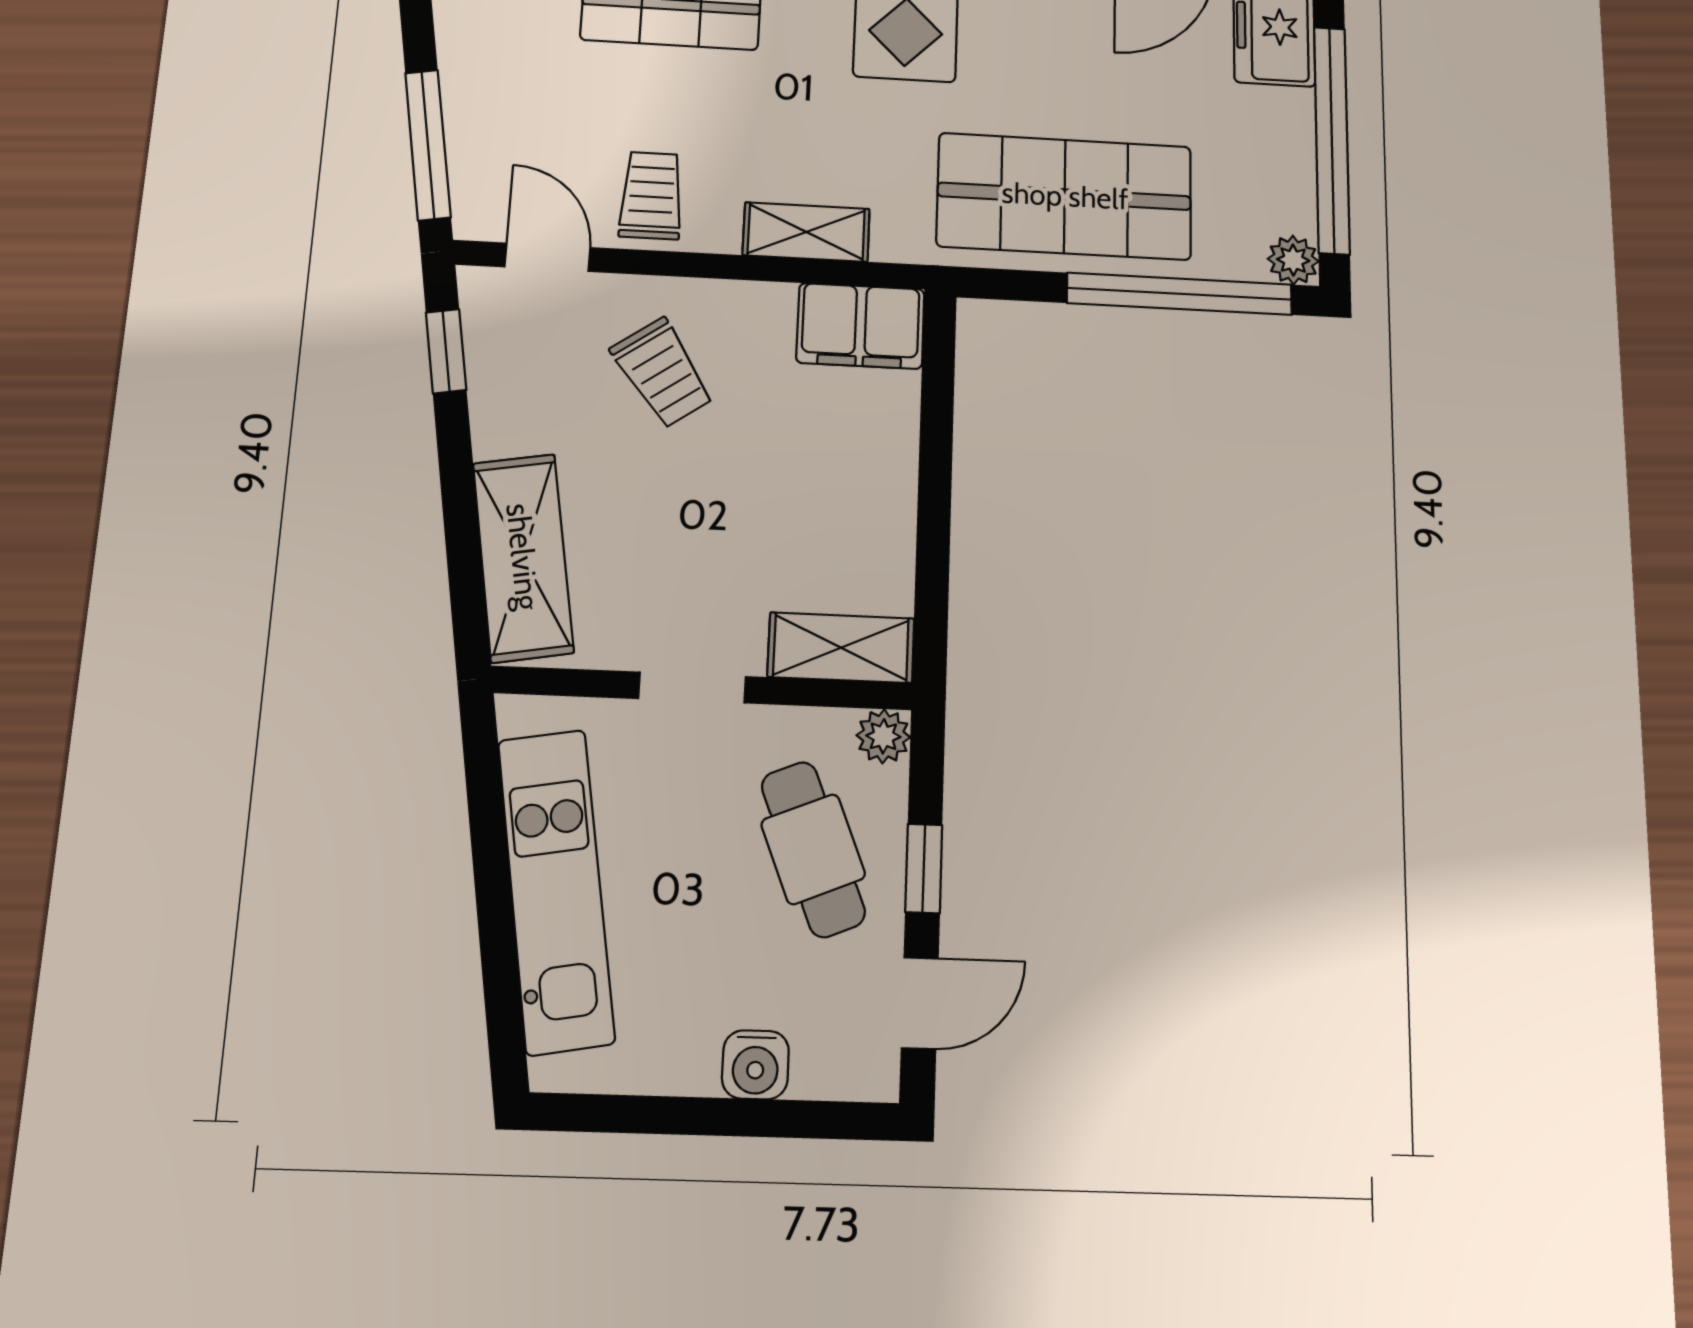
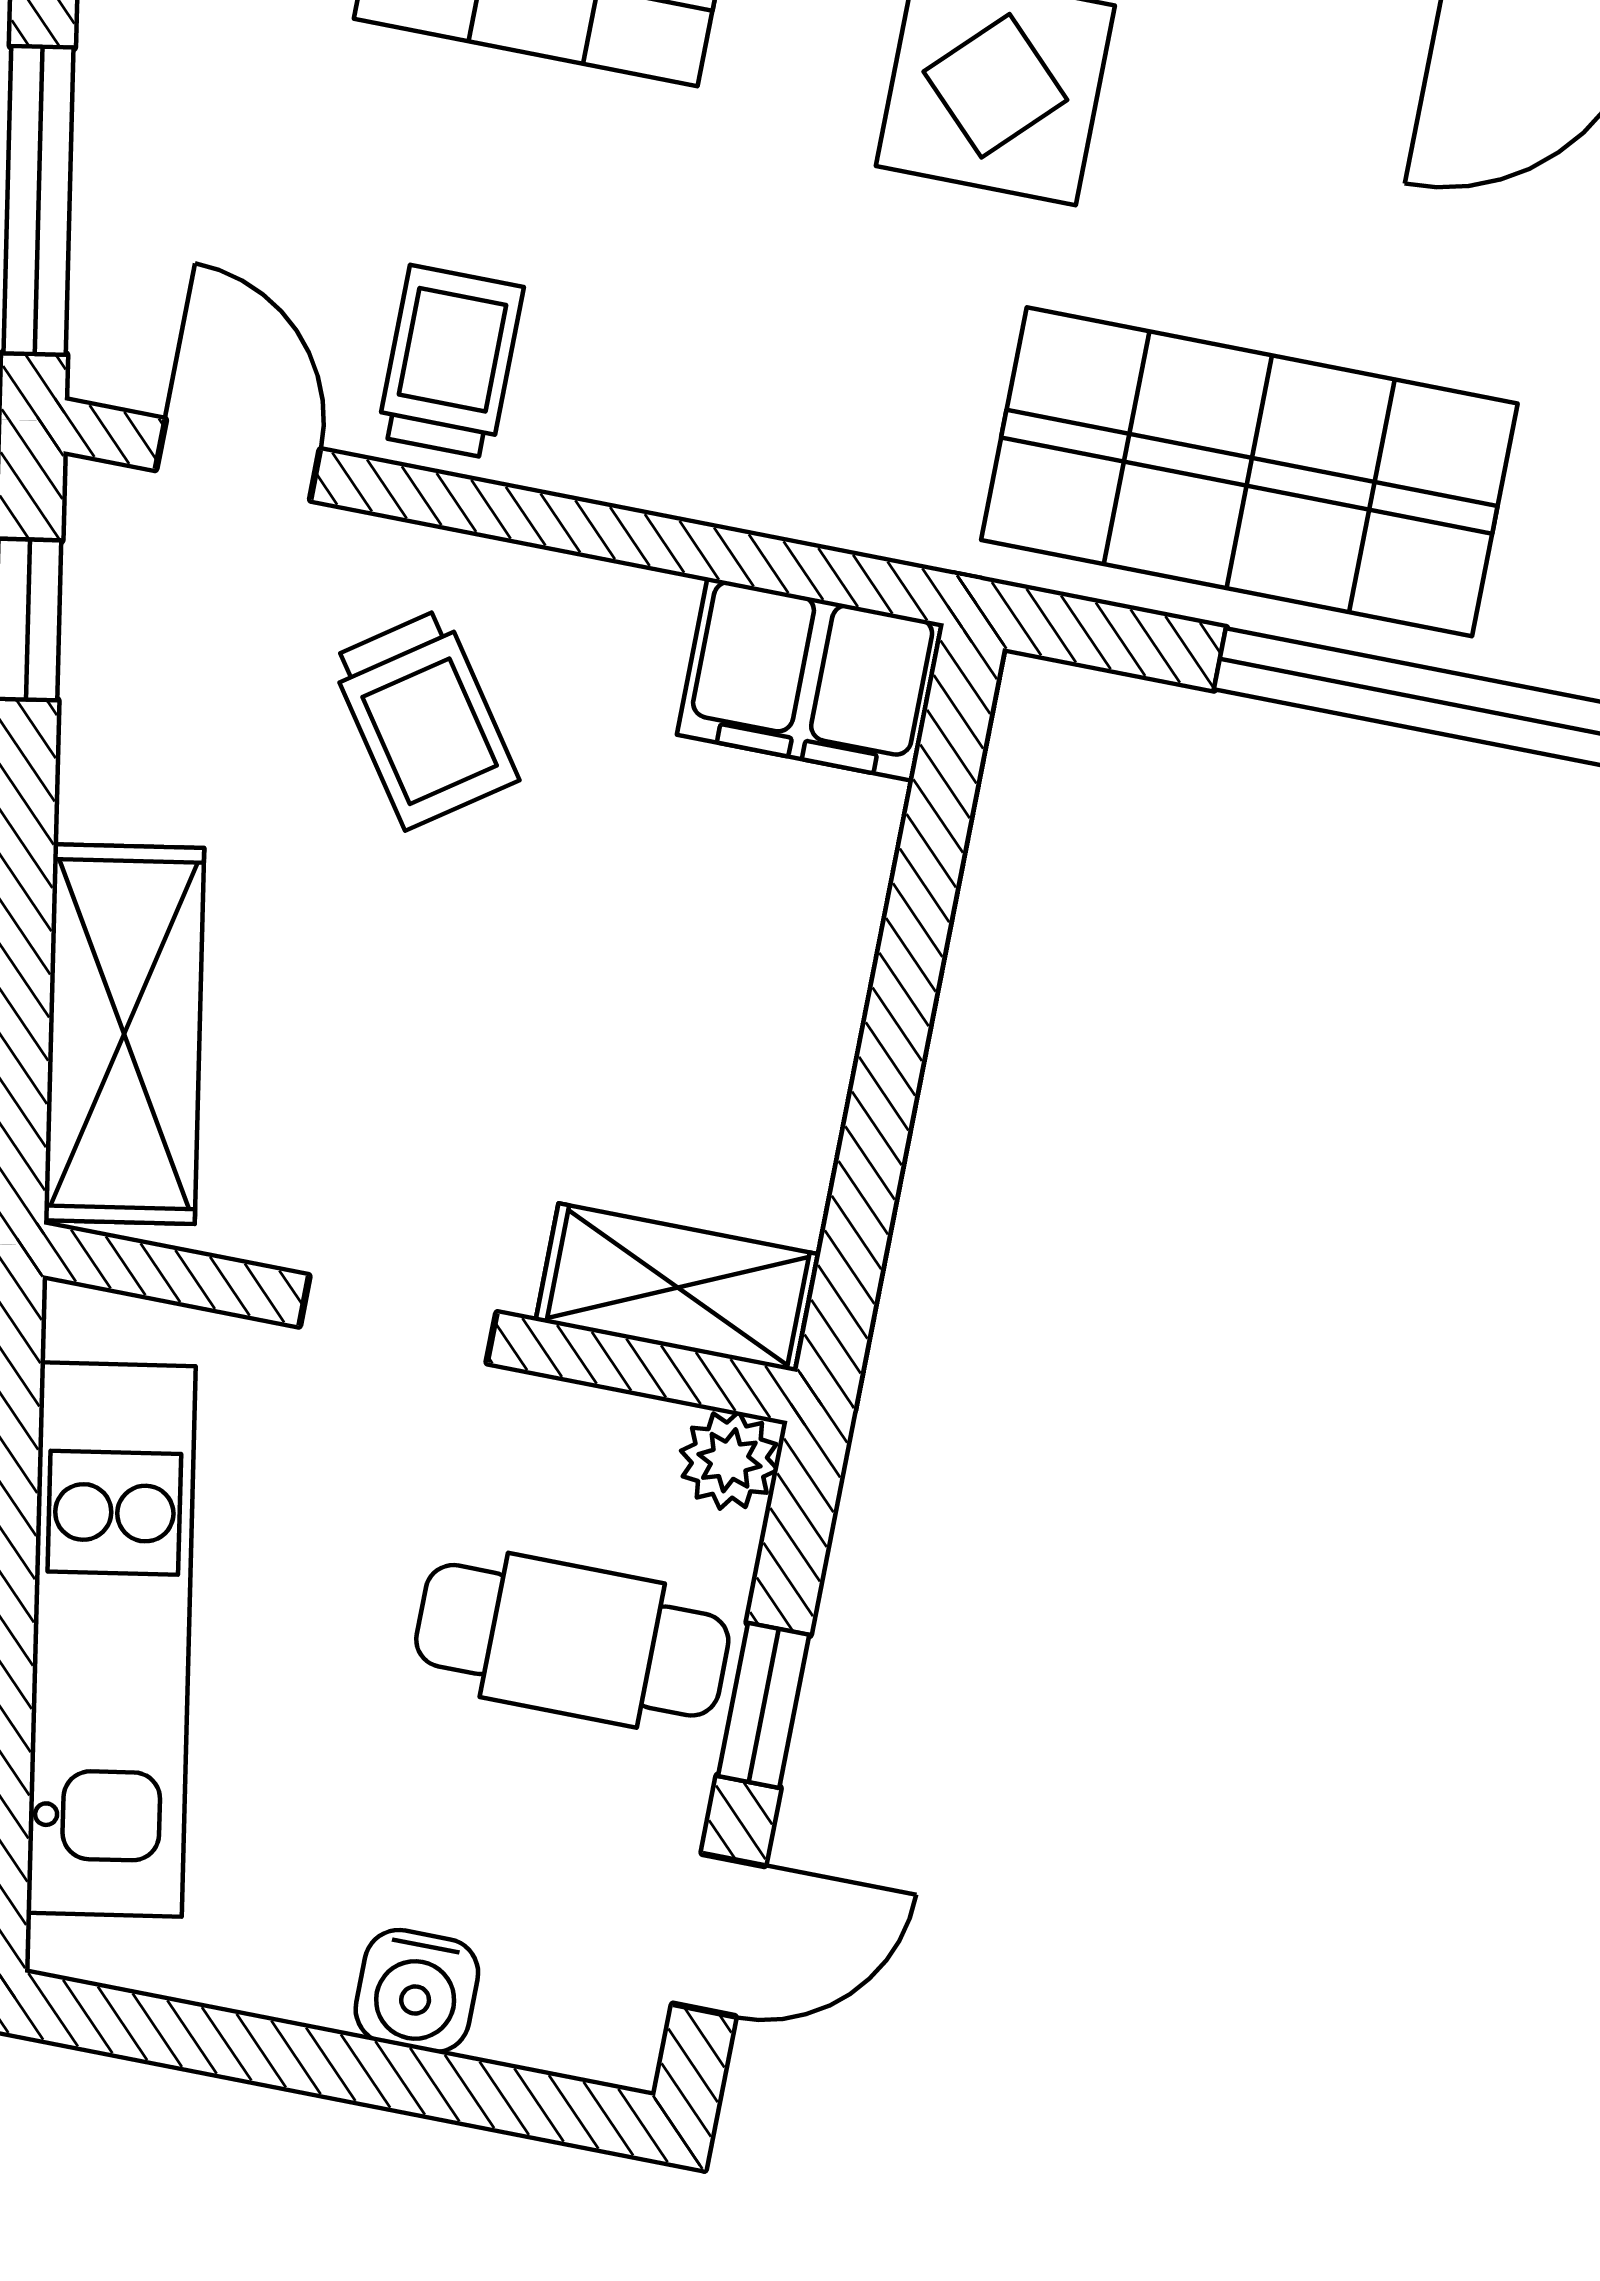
shelving: (806, 232) -> (736, 476), removed
cafe table: (813, 849) -> (572, 1640), turned -68

